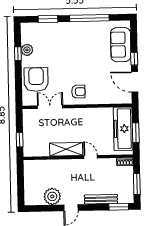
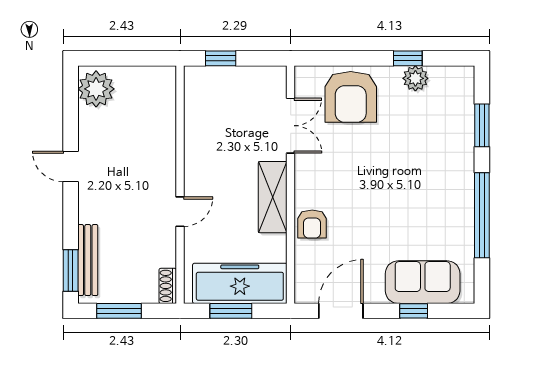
window: (134, 59) -> (414, 311), moved
armchair: (36, 80) -> (351, 97), turned 90
armchair: (78, 92) -> (312, 224), moved
shelving: (66, 149) -> (273, 197), moved
plant: (52, 196) -> (96, 89), moved
bench: (101, 199) -> (88, 260), moved

